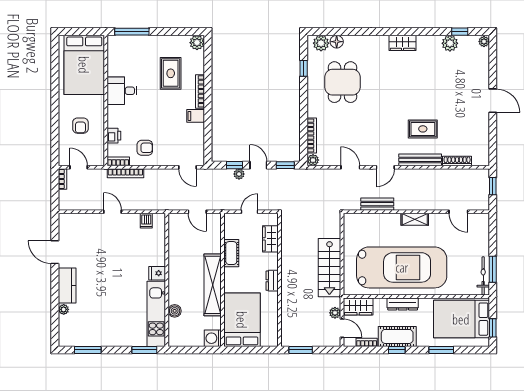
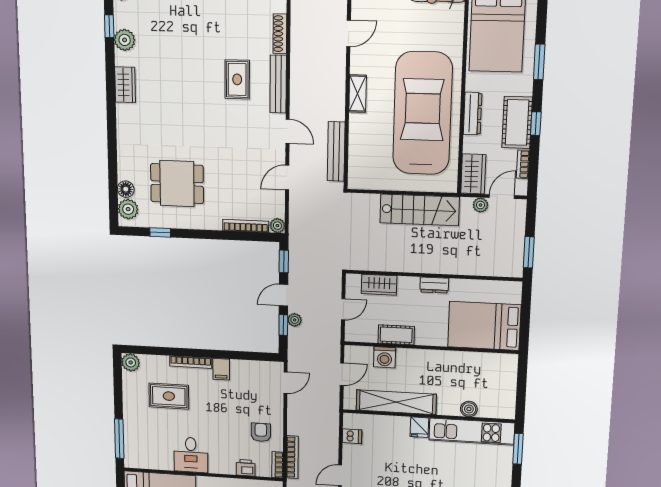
wardrobe: (403, 43) -> (125, 85), moved
bench: (377, 204) -> (336, 152), width x1.36
door: (249, 212) -> (343, 309), swing flipped
shelving: (213, 285) -> (396, 402), moved
washing machine: (213, 338) -> (385, 357), moved

